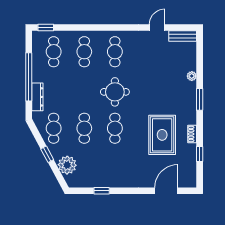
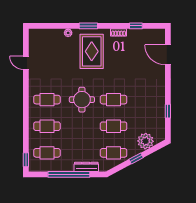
bench: (183, 36) -> (33, 41), removed
rug: (162, 135) -> (92, 51), moved, turned 90

